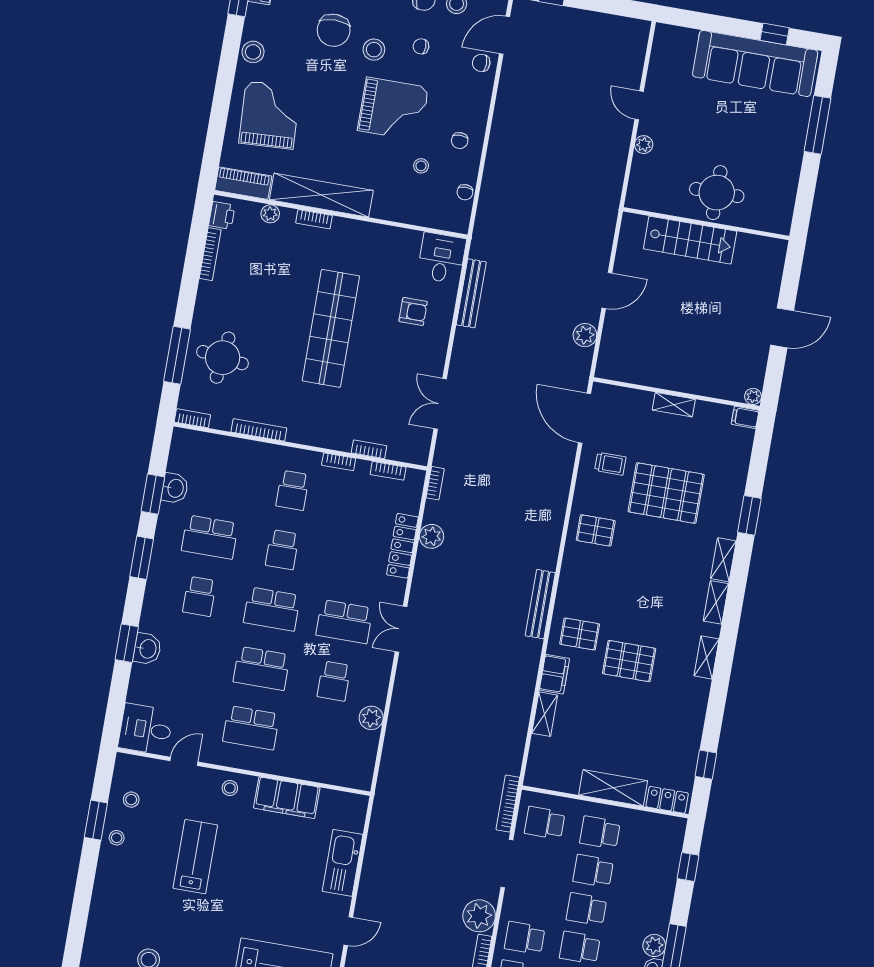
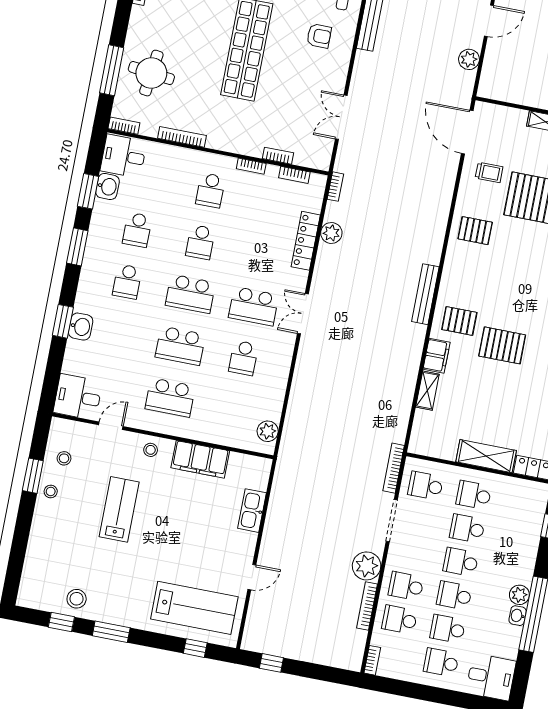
desk: (192, 453) -> (123, 156), added
school desk: (210, 537) -> (137, 230), width x0.54
plant: (371, 718) -> (268, 431), moved
kitchen sink: (343, 863) -> (252, 511), width x0.73, depth x0.81

